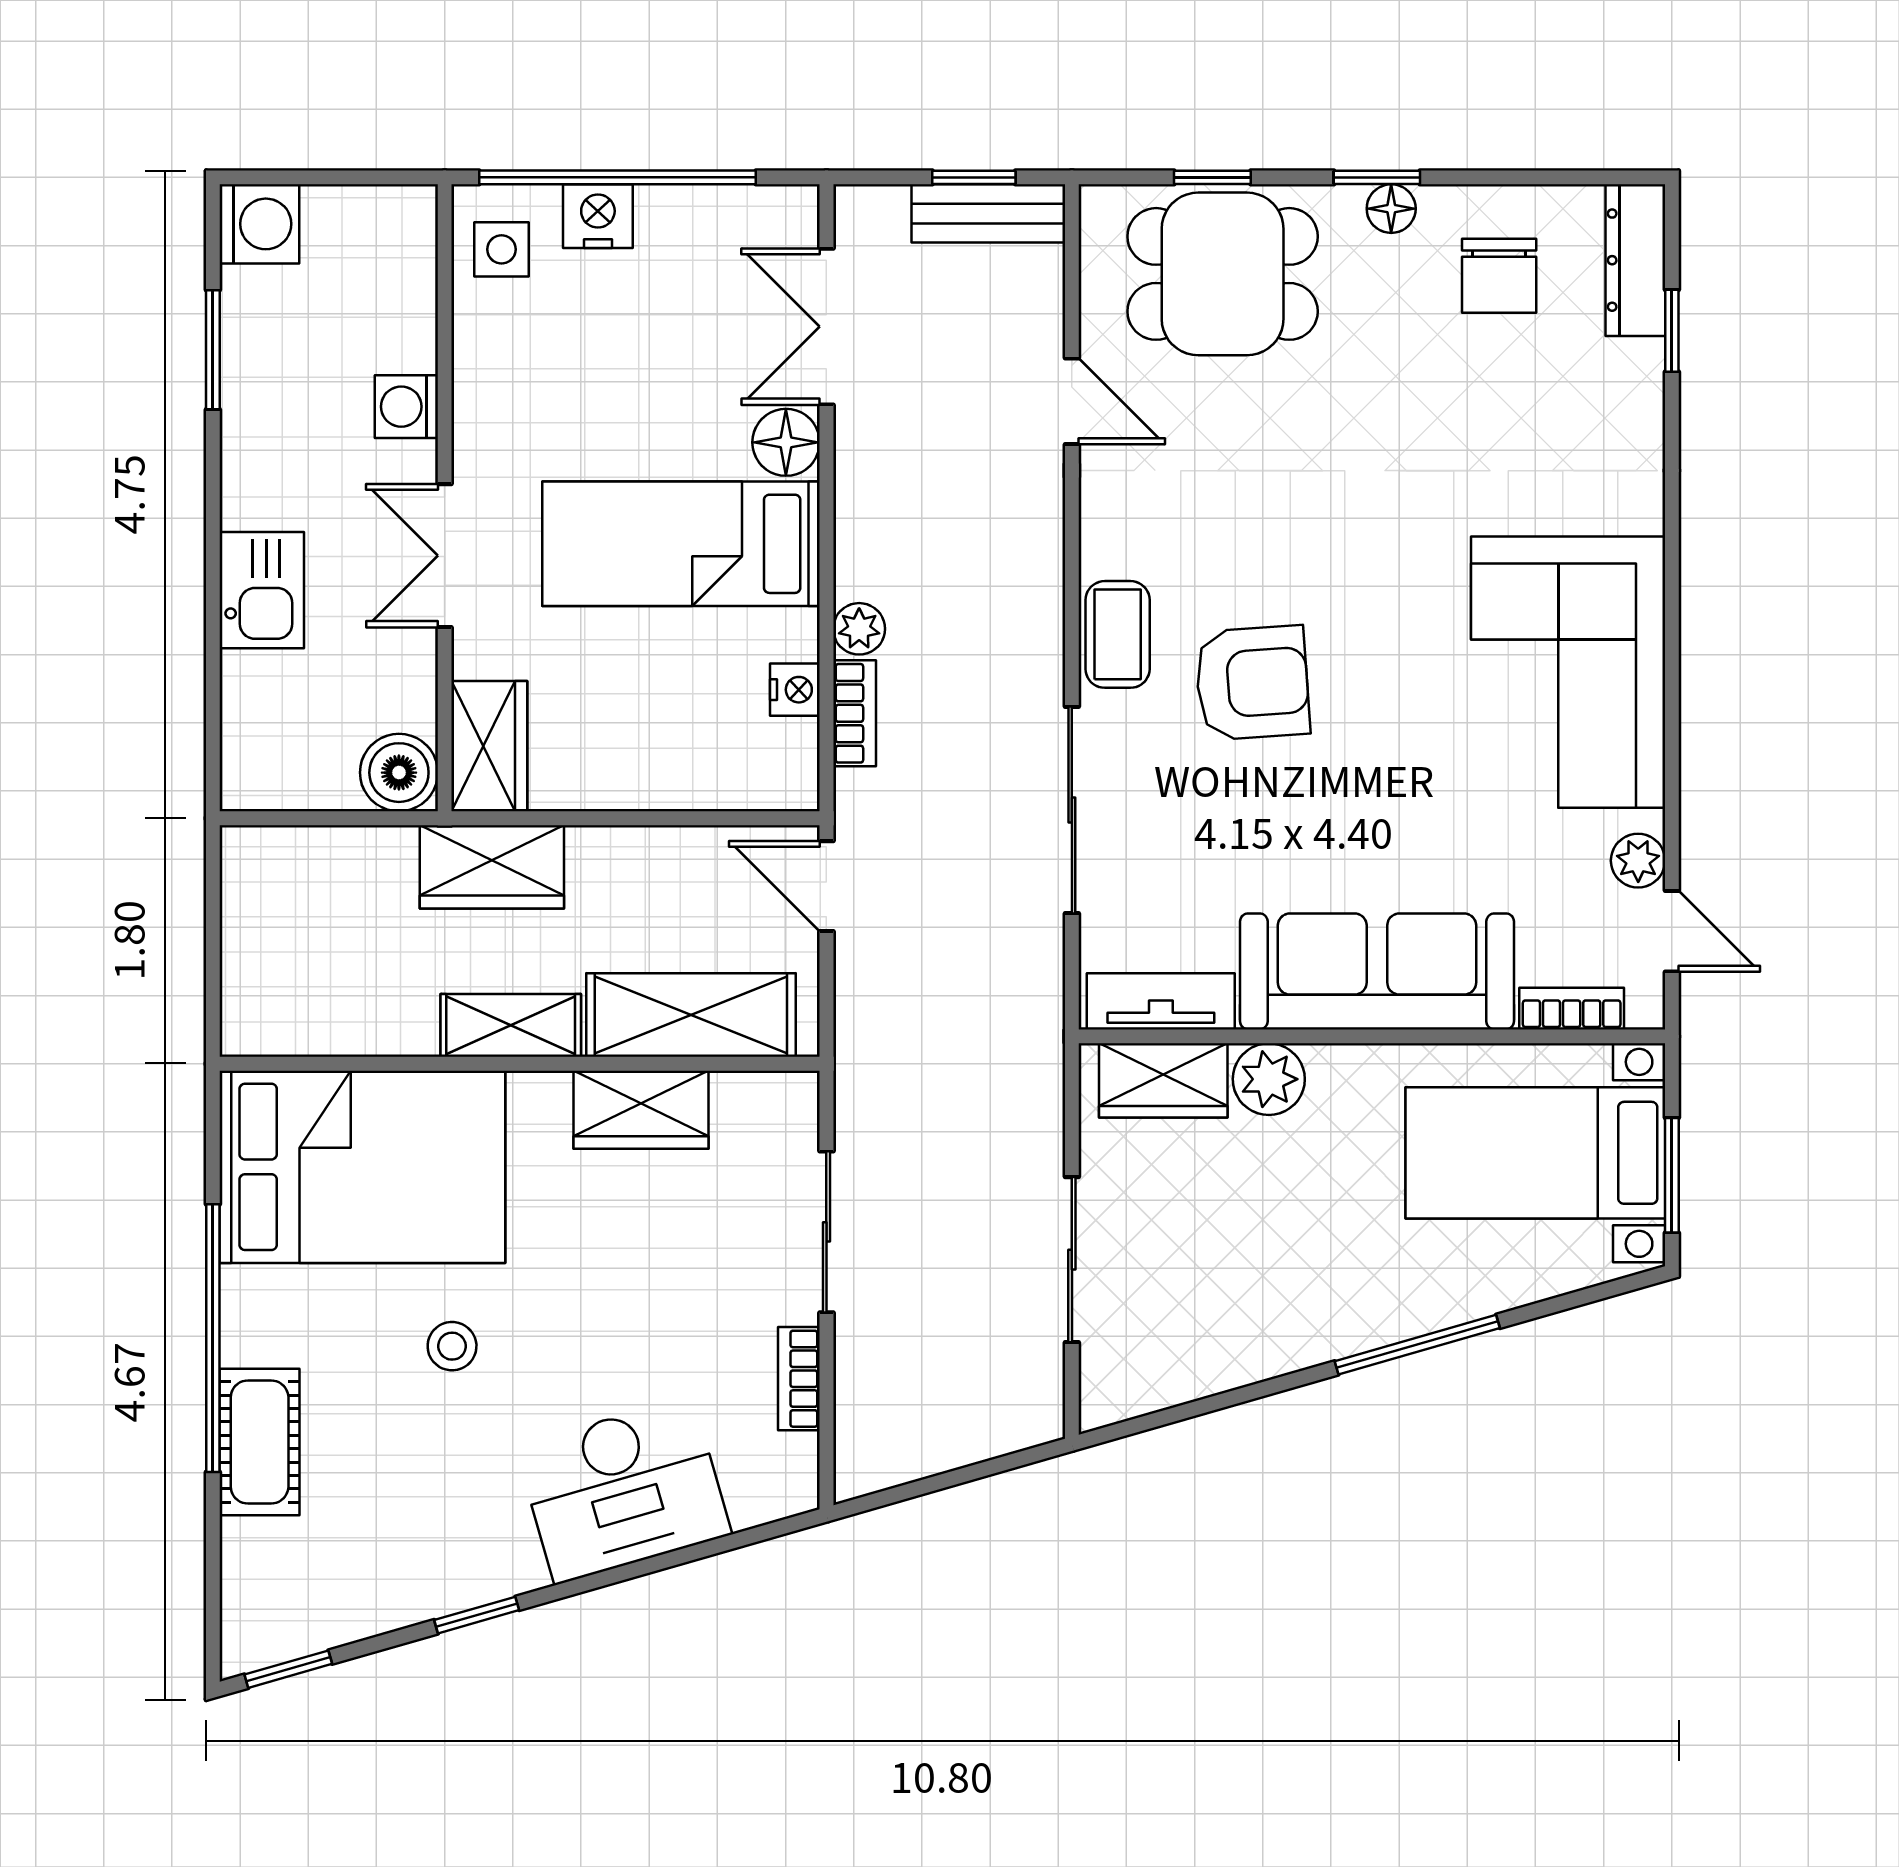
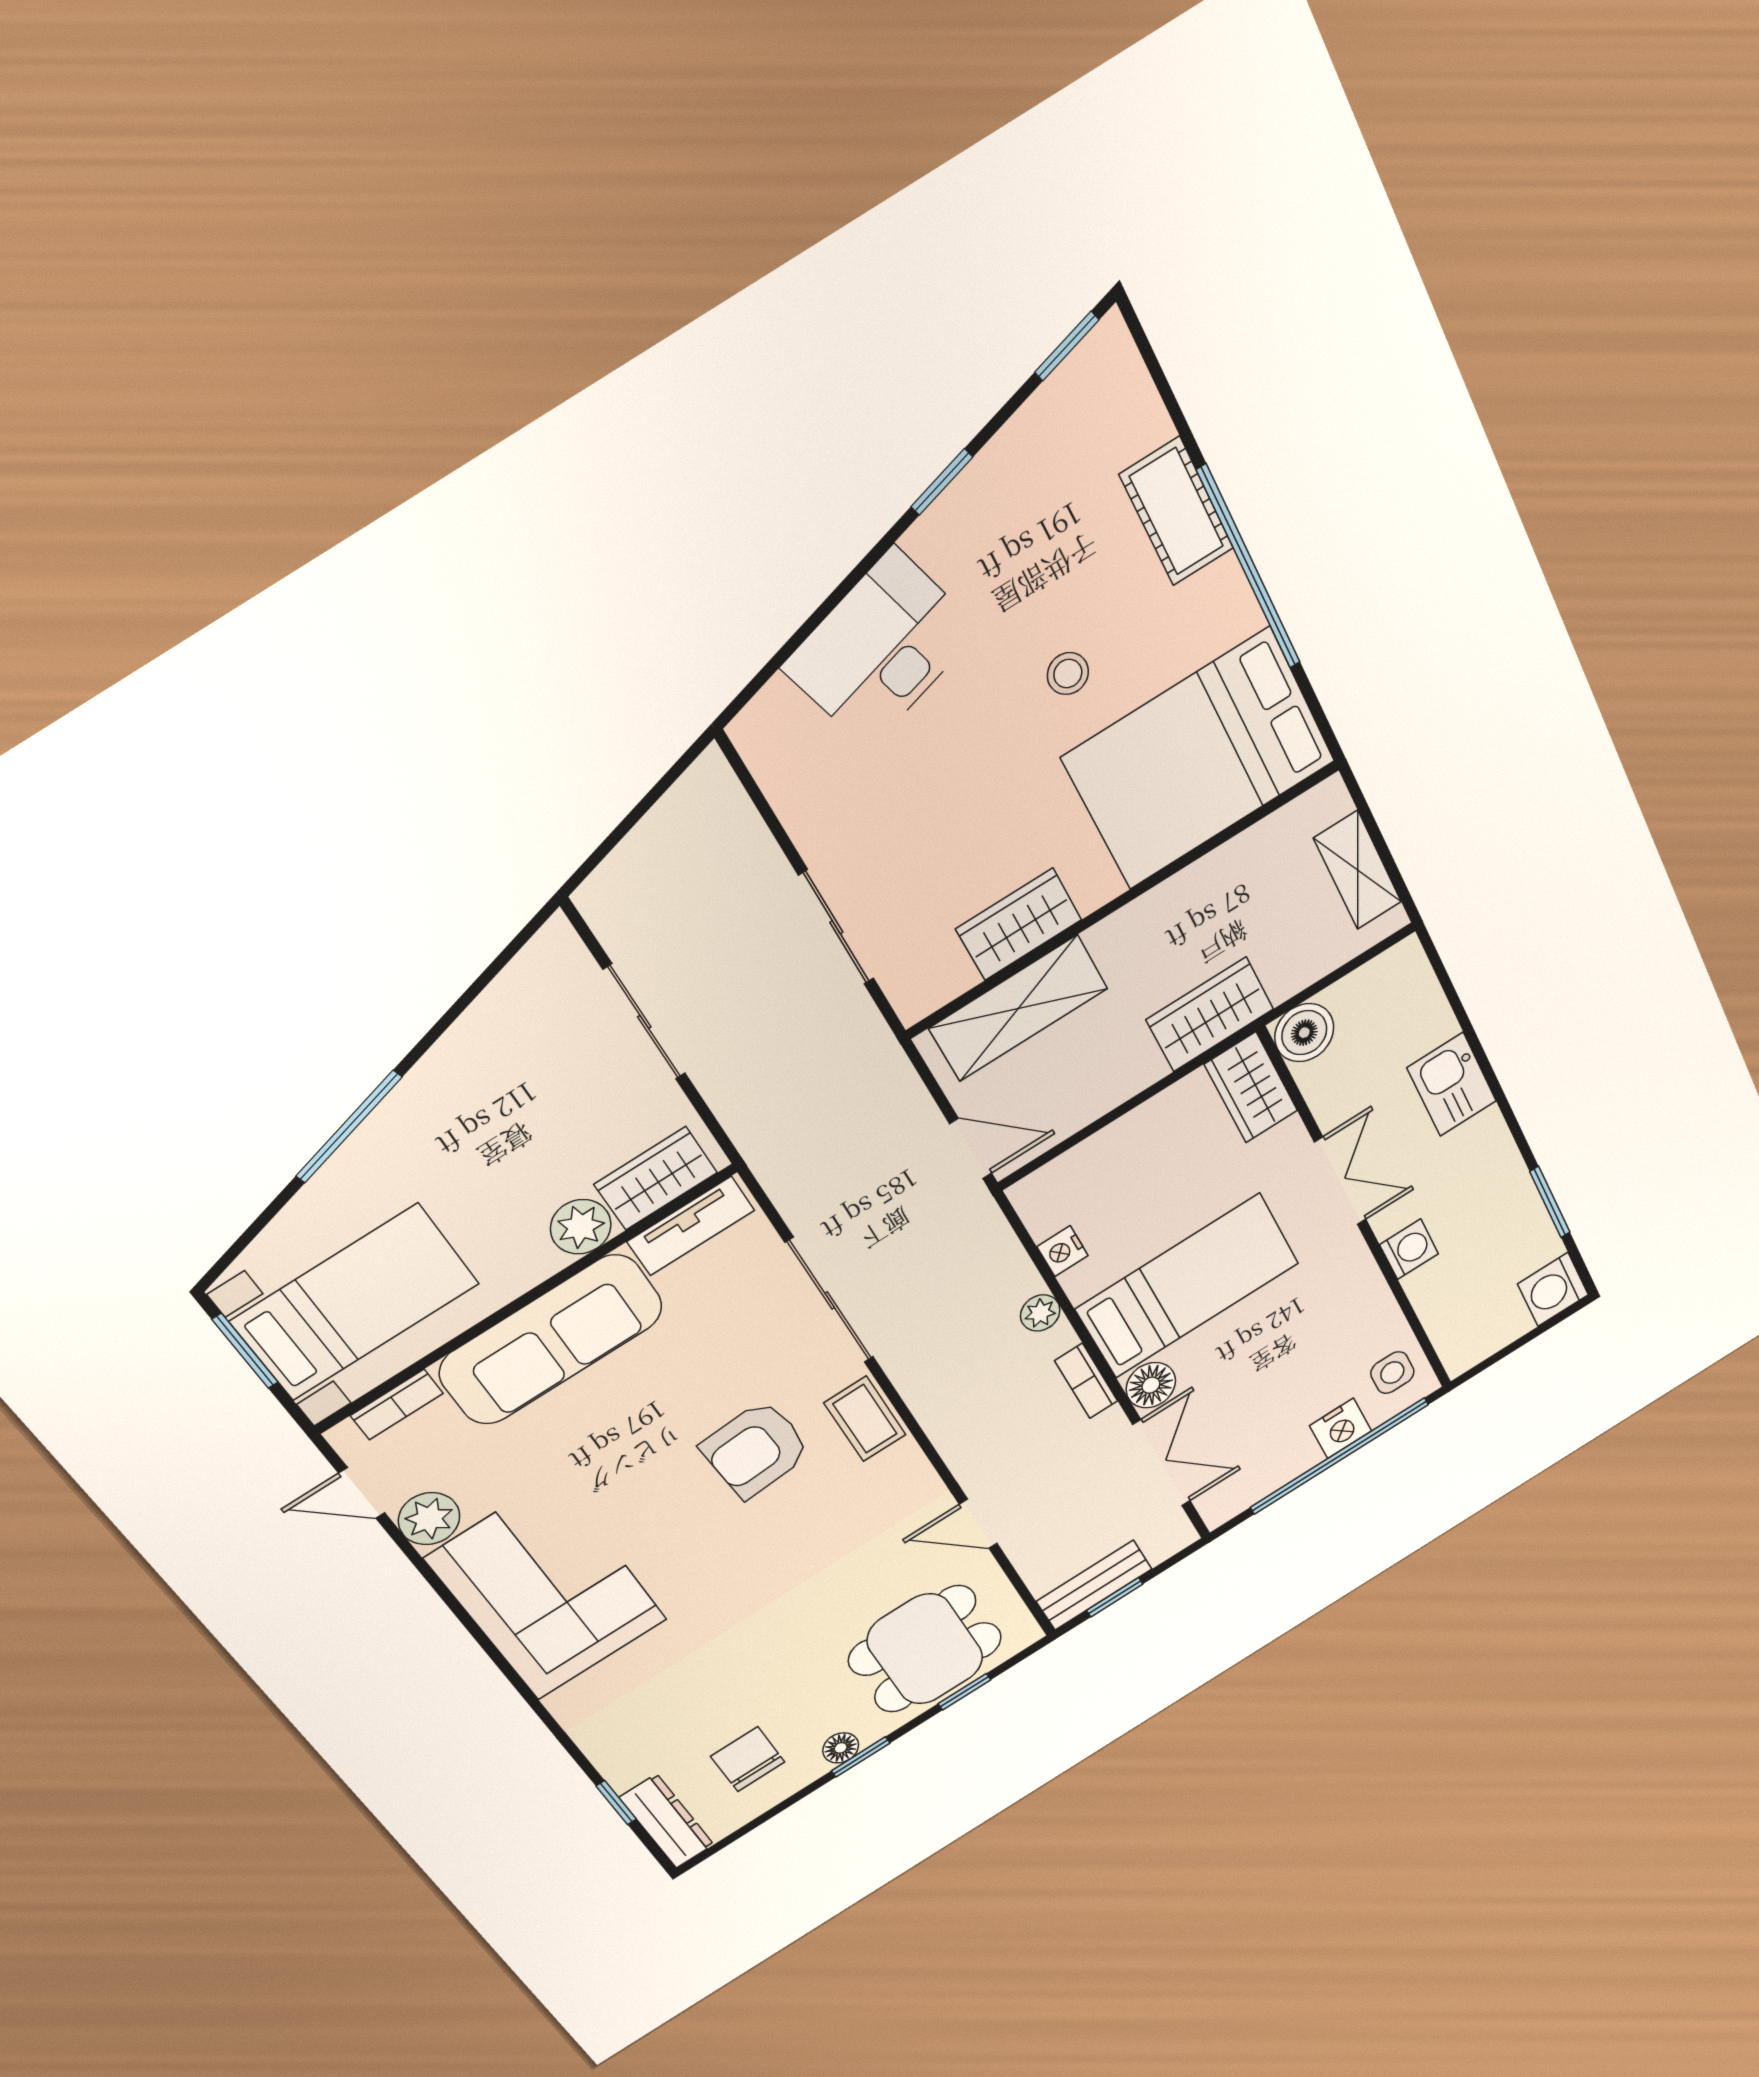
bookcase: (855, 713) -> (1086, 1381), moved
plant: (1638, 861) -> (429, 1519), width x1.38, depth x1.38
shelving: (511, 1025) -> (1358, 870), moved, turned 90
bookcase: (799, 1379) -> (795, 813), removed

